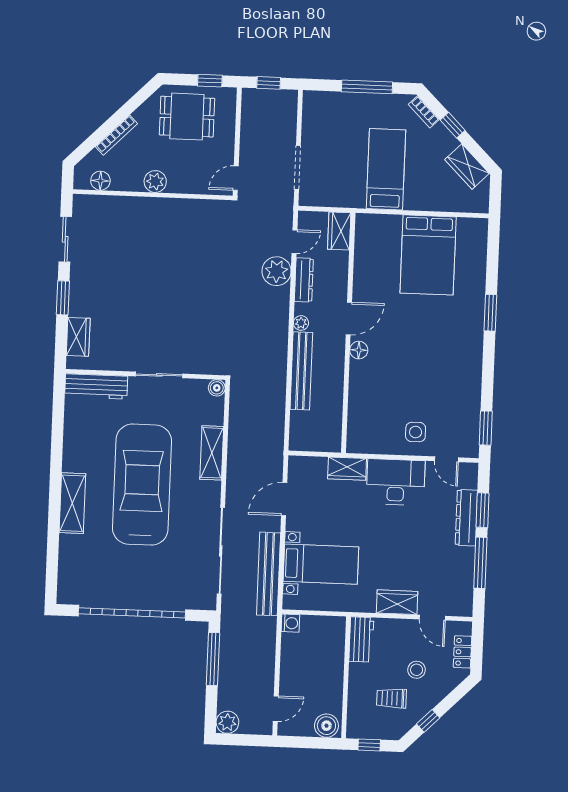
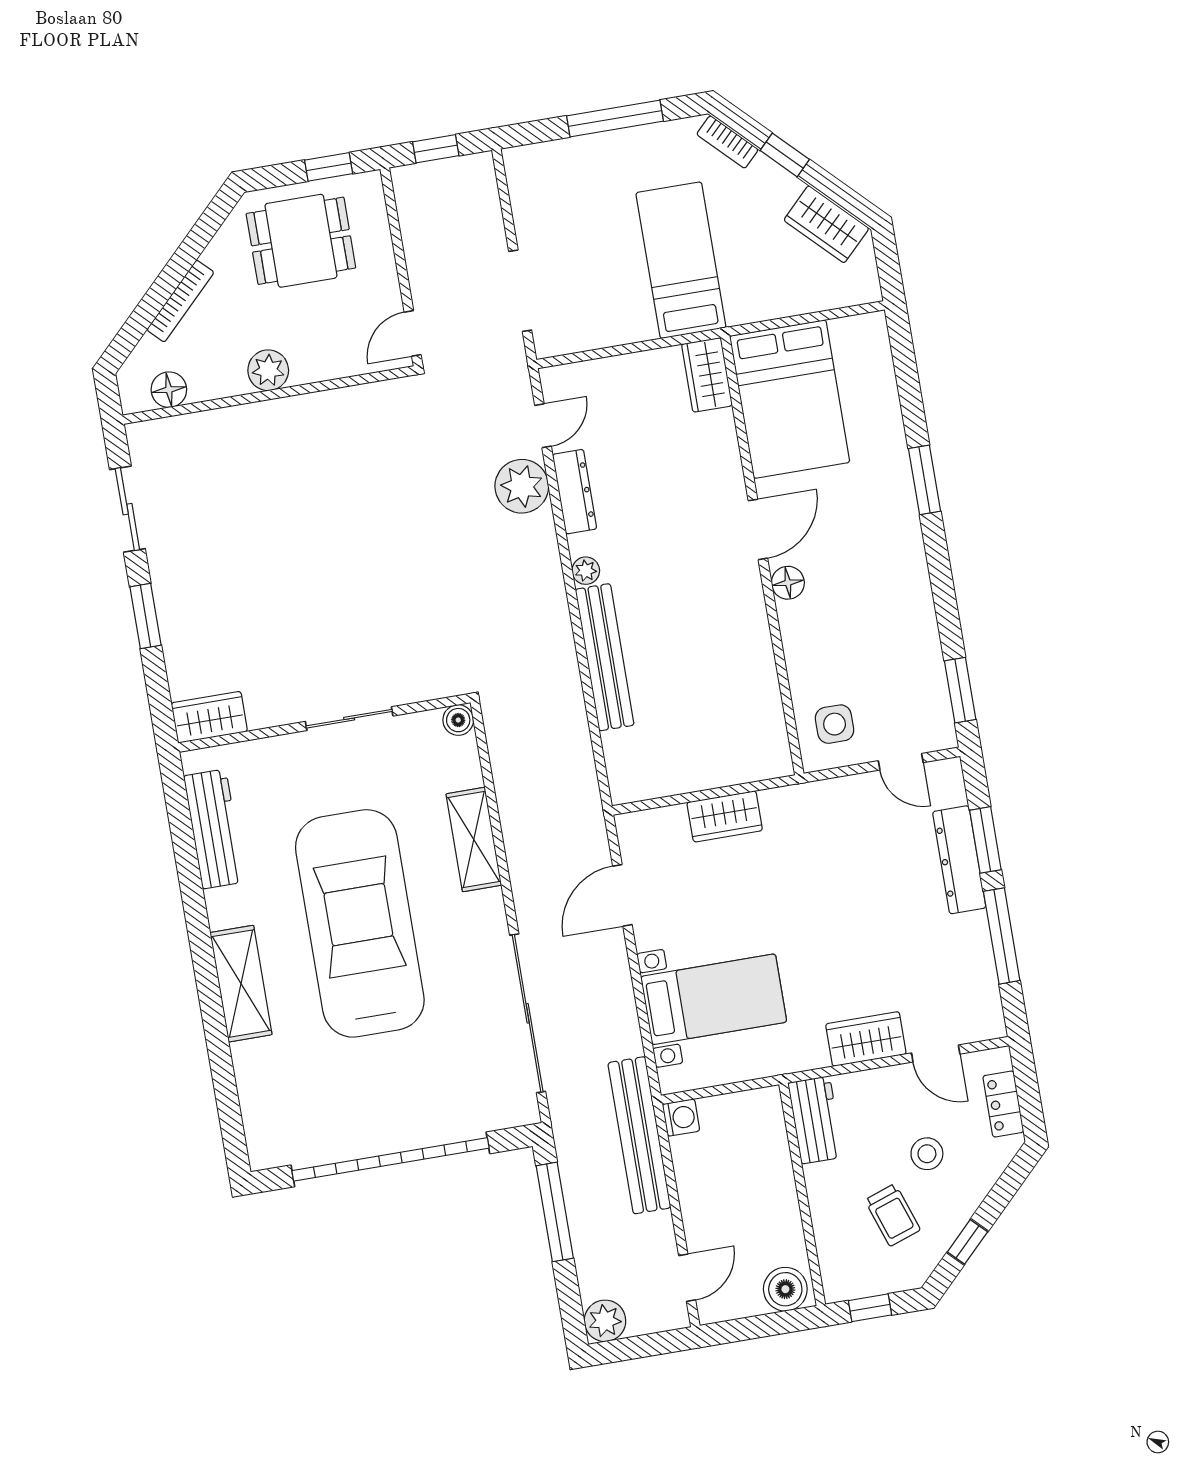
wardrobe: (339, 231) -> (707, 375), moved
door: (349, 318) -> (758, 529), moved
wall: (348, 333) -> (762, 556), moved
wardrobe: (78, 337) -> (209, 717), moved, turned -90
floor lamp: (359, 350) -> (788, 583), moved
workbench: (96, 386) -> (214, 829), moved, turned -90
desk: (396, 482) -> (818, 822), removed
bench: (269, 574) -> (639, 1135), moved
trolley: (391, 698) -> (893, 1215), turned -109

